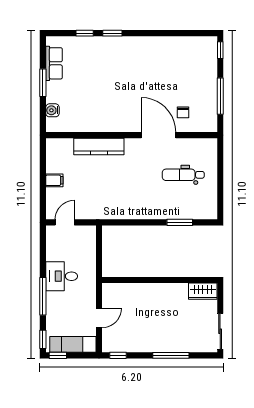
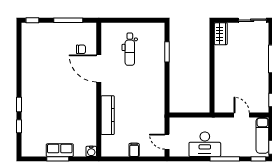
row of seats: (54, 63) -> (60, 150), moved
water cooler: (52, 110) -> (91, 151), moved
door: (158, 135) -> (99, 68), hinge flipped
desk: (62, 276) -> (205, 144), width x1.37

